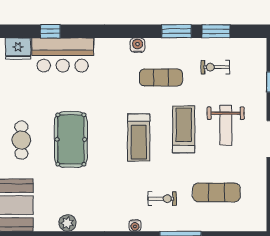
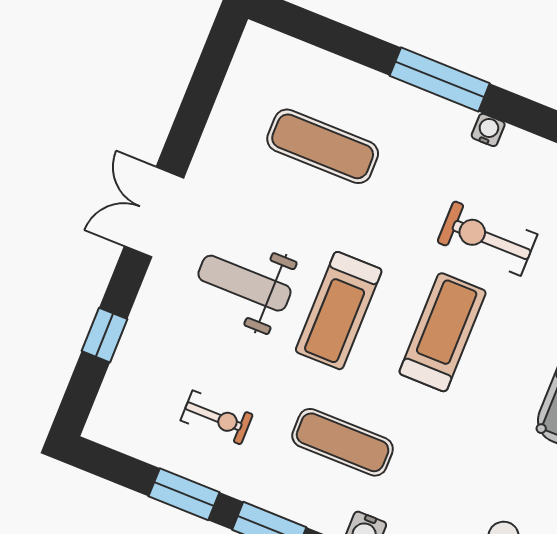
weight bench: (226, 125) -> (244, 283), turned -90
exercise bike: (162, 199) -> (487, 238), moved, width x1.38, depth x1.39
water cooler: (135, 226) -> (488, 130), moved

